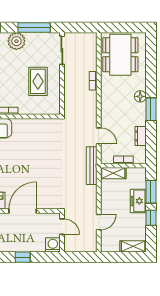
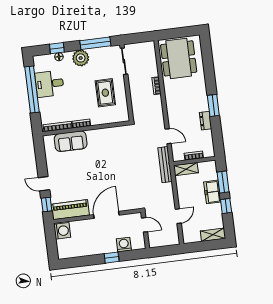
floor lamp: (140, 96) -> (202, 95), removed
dresser: (141, 136) -> (206, 121), moved
washing machine: (53, 245) -> (124, 245), moved

